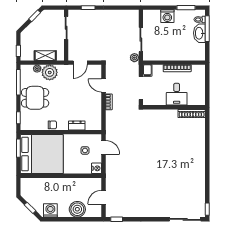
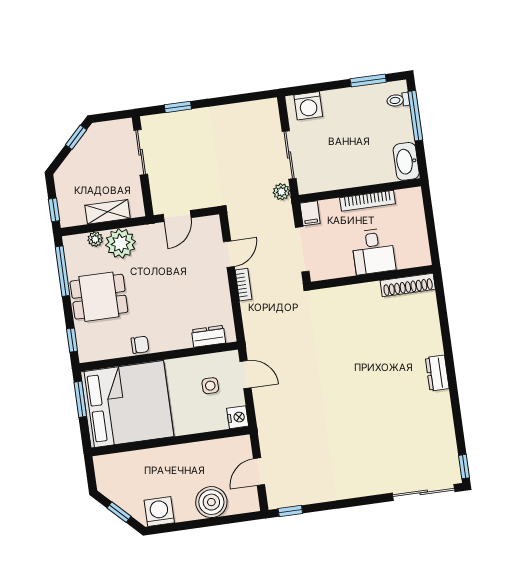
washing machine: (167, 16) -> (308, 106), moved
washbasin: (199, 33) -> (406, 161), moved
door: (104, 85) -> (229, 254), swing flipped
dresser: (77, 125) -> (209, 336), moved
dresser: (200, 160) -> (437, 373), added

